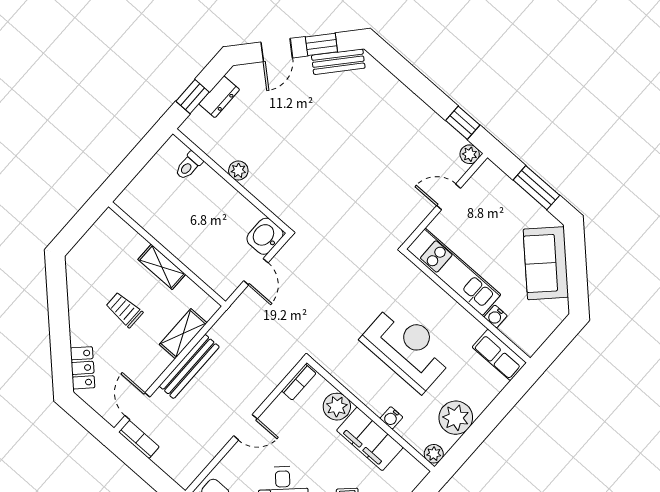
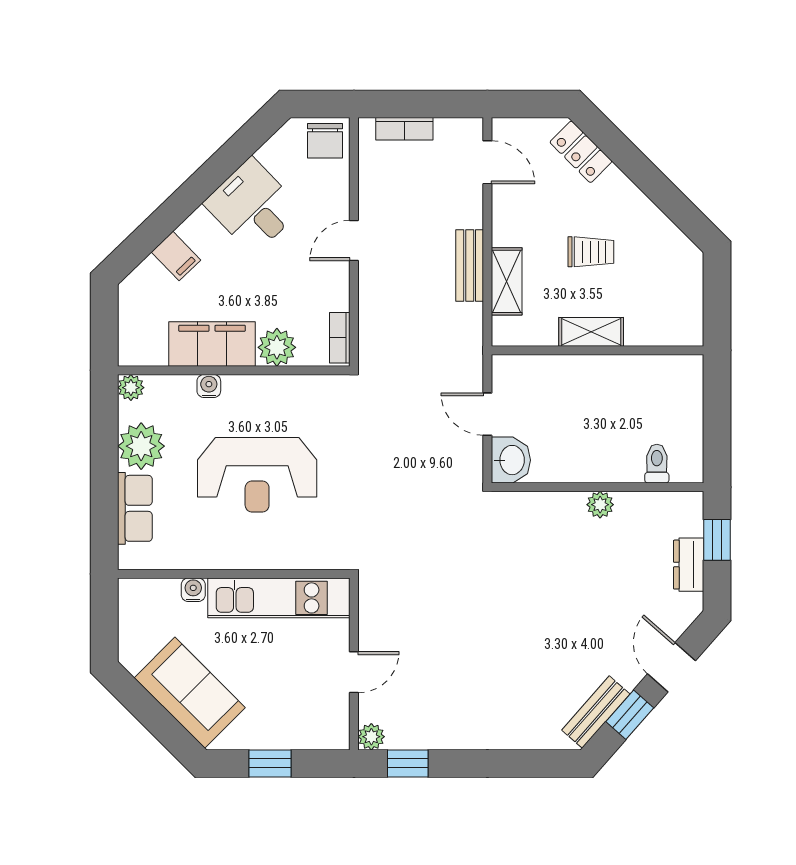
window: (536, 188) -> (270, 763), width x0.67
row of seats: (499, 355) -> (135, 508), moved, turned 90
bench: (189, 366) -> (470, 265), width x0.73
bookcase: (139, 439) -> (404, 129), moved

